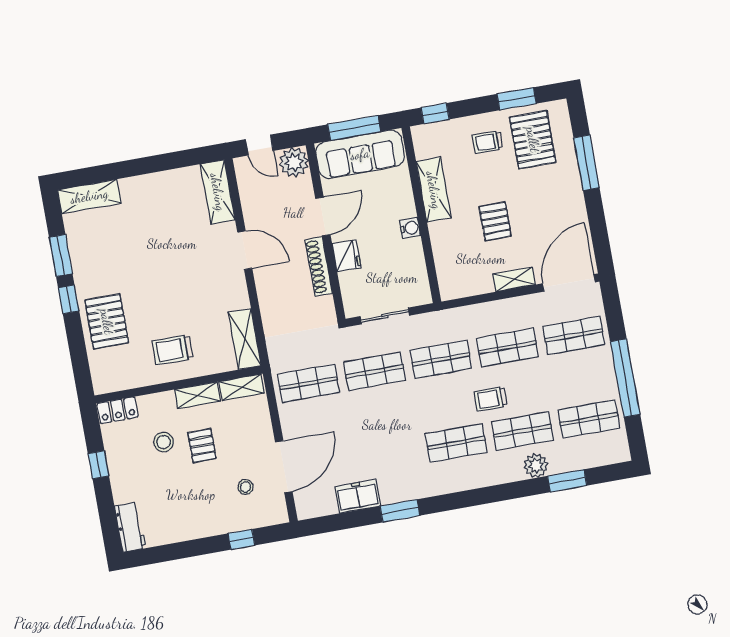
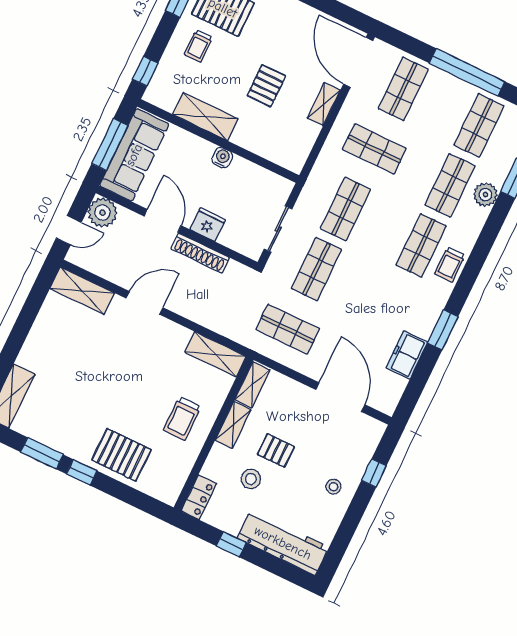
pallet: (495, 221) -> (266, 86), turned 90
shop shelf: (507, 347) -> (374, 149), turned 90
shop shelf: (308, 383) -> (288, 329), turned 90
trolley: (491, 399) -> (450, 265), moved
stool: (246, 487) -> (333, 487), moved
workbench: (130, 527) -> (283, 543), width x1.88, depth x1.32

